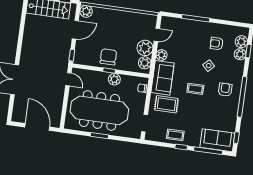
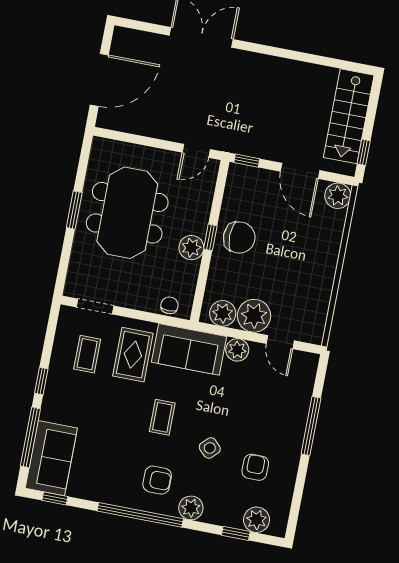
plant: (240, 54) -> (191, 508), moved
meeting table: (99, 110) -> (127, 213), width x0.73
coffee table: (175, 135) -> (87, 354), moved

